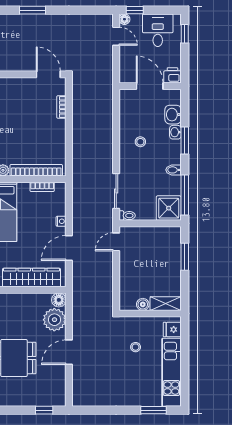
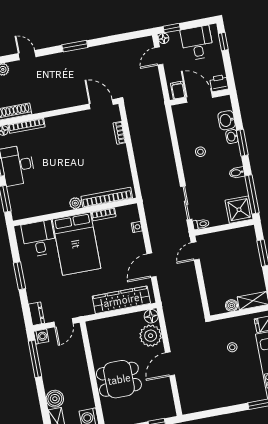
door: (116, 36) -> (159, 56), swing flipped
filing cabinet: (129, 75) -> (178, 90), added
bookcase: (42, 187) -> (104, 214), moved
nightstand: (61, 221) -> (137, 227), moved

